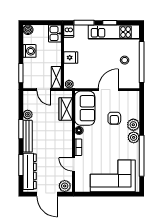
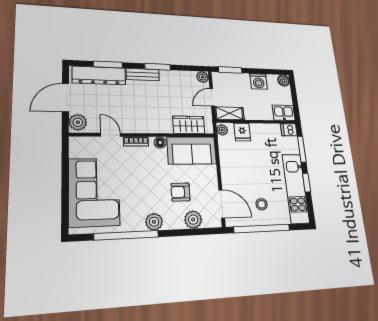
fridge: (71, 58) -> (242, 132), moved
door: (108, 90) -> (222, 204), moved
plant: (28, 114) -> (203, 77), moved
plant: (133, 125) -> (193, 220), moved
bench: (28, 136) -> (143, 75), width x0.73
door: (73, 164) -> (110, 135), hinge flipped

